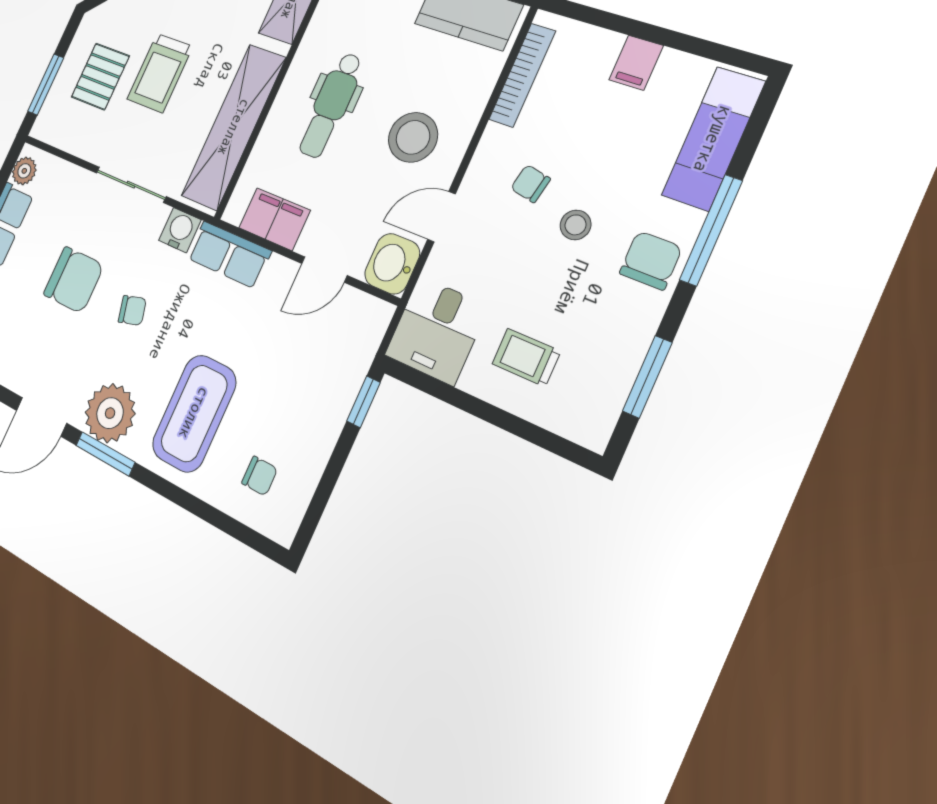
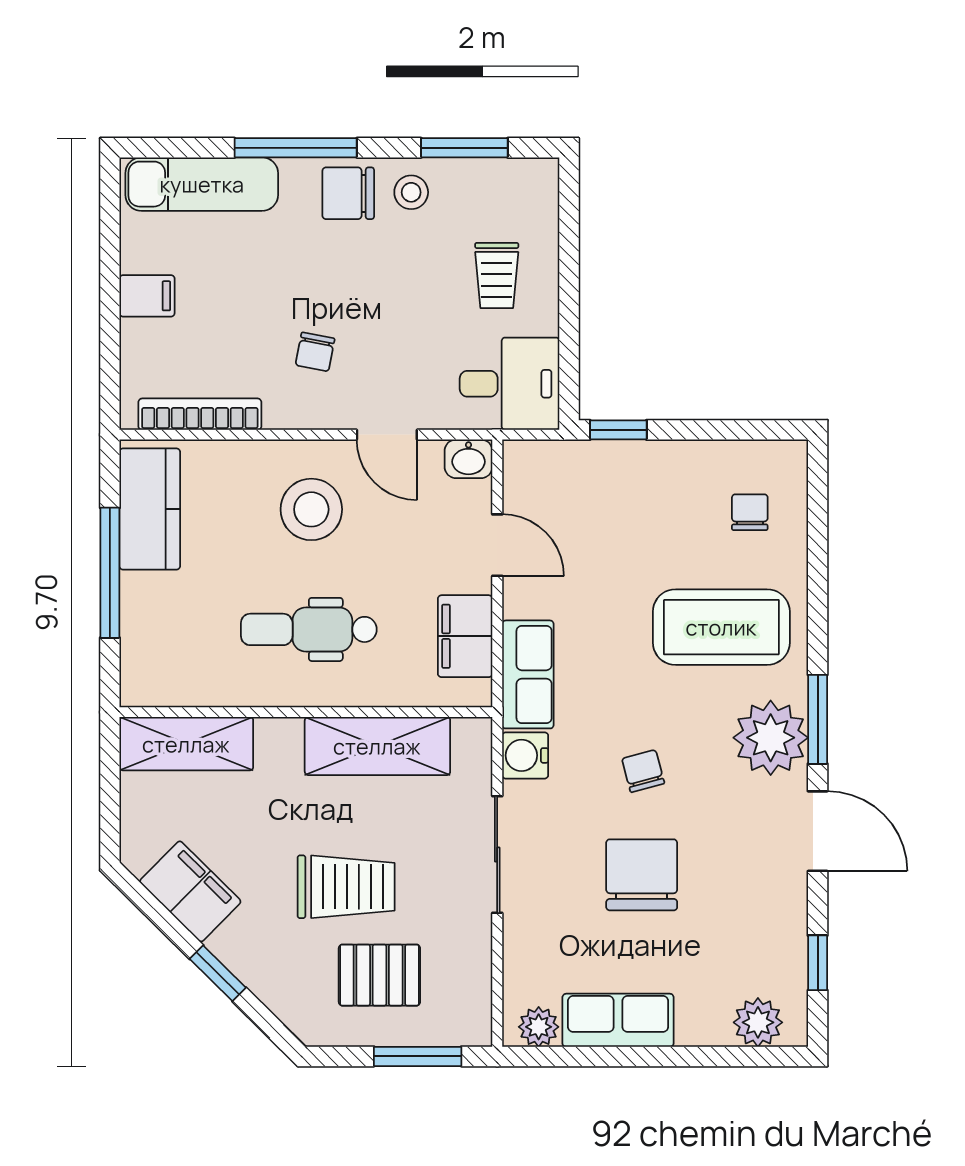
dental chair: (331, 105) -> (309, 629), turned 180
shelving: (234, 127) -> (377, 746), width x0.68
stool: (576, 225) -> (411, 192), moved
washbasin: (392, 264) -> (469, 459), width x0.72, depth x0.69

